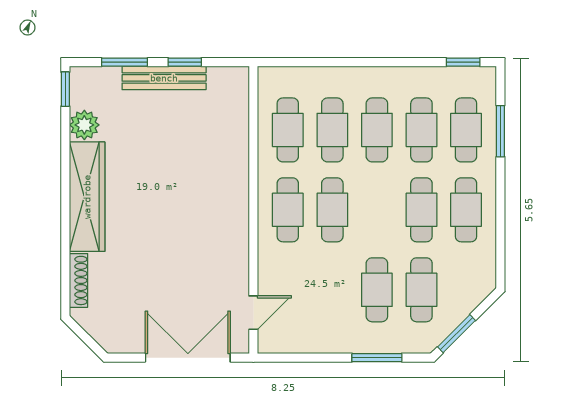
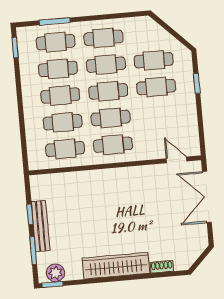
plant: (84, 125) -> (56, 273), moved
cafe table: (377, 210) -> (108, 91), added
shoe rack: (79, 280) -> (162, 267), width x0.70
window: (456, 334) -> (178, 37), removed
window: (377, 358) -> (197, 83), width x0.67

